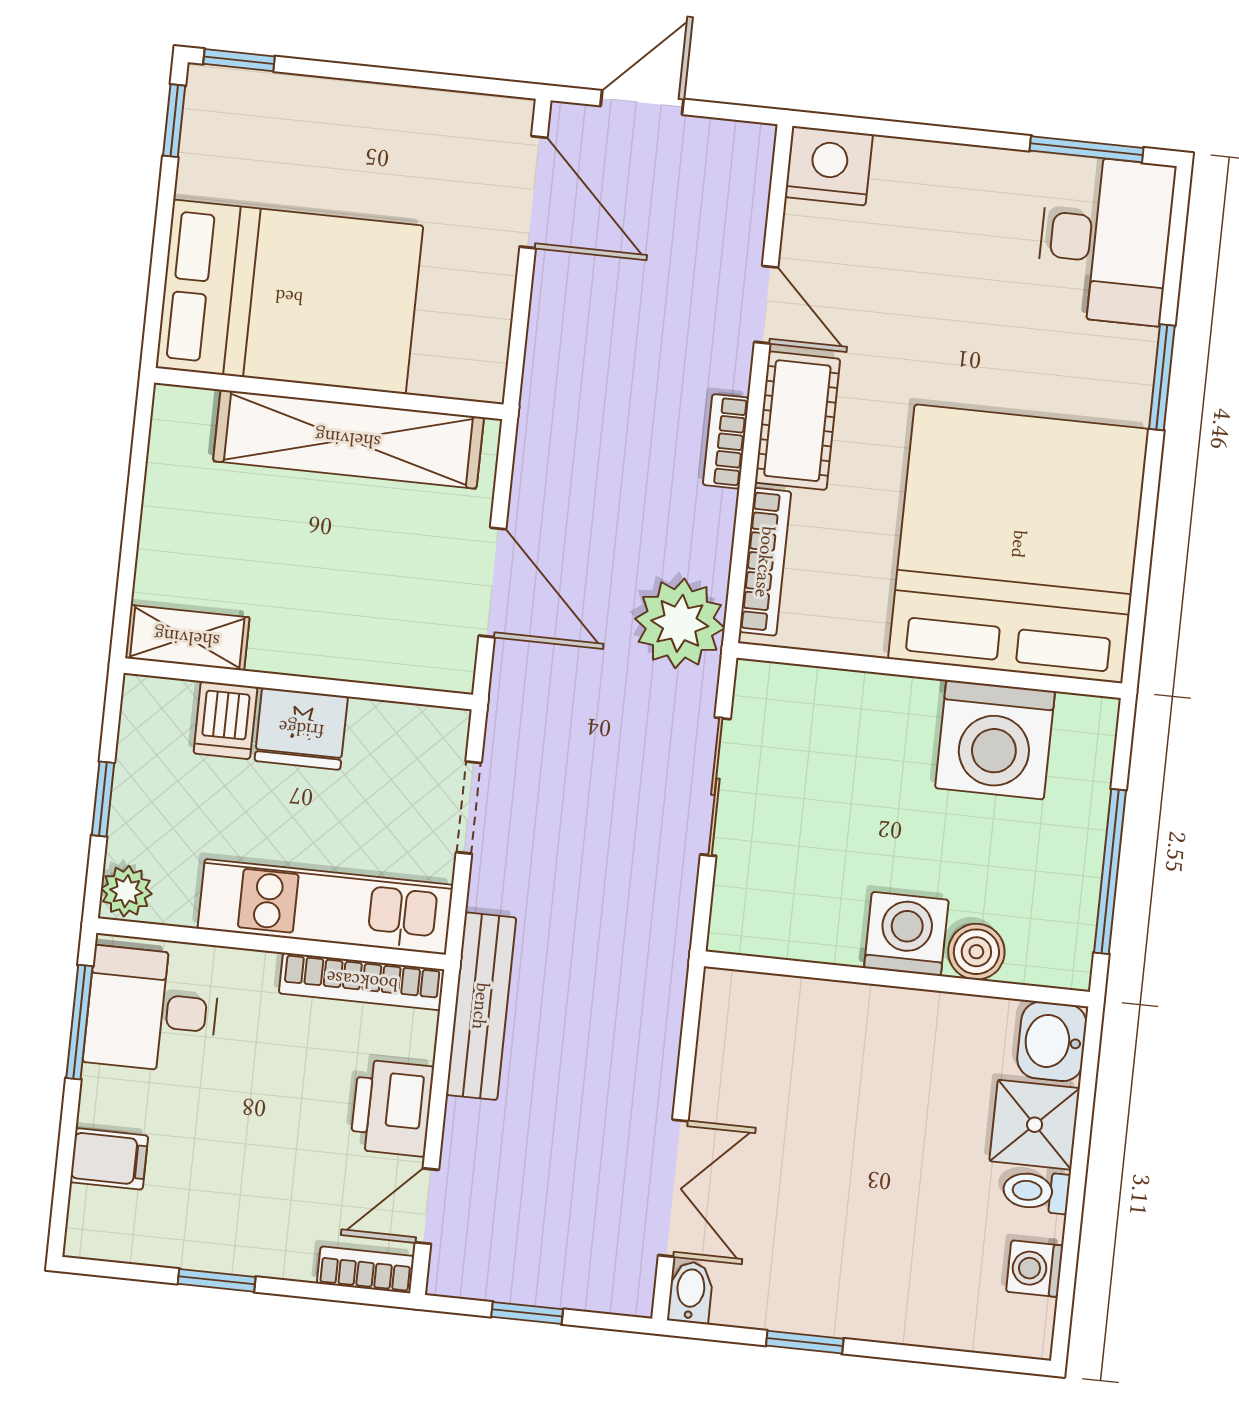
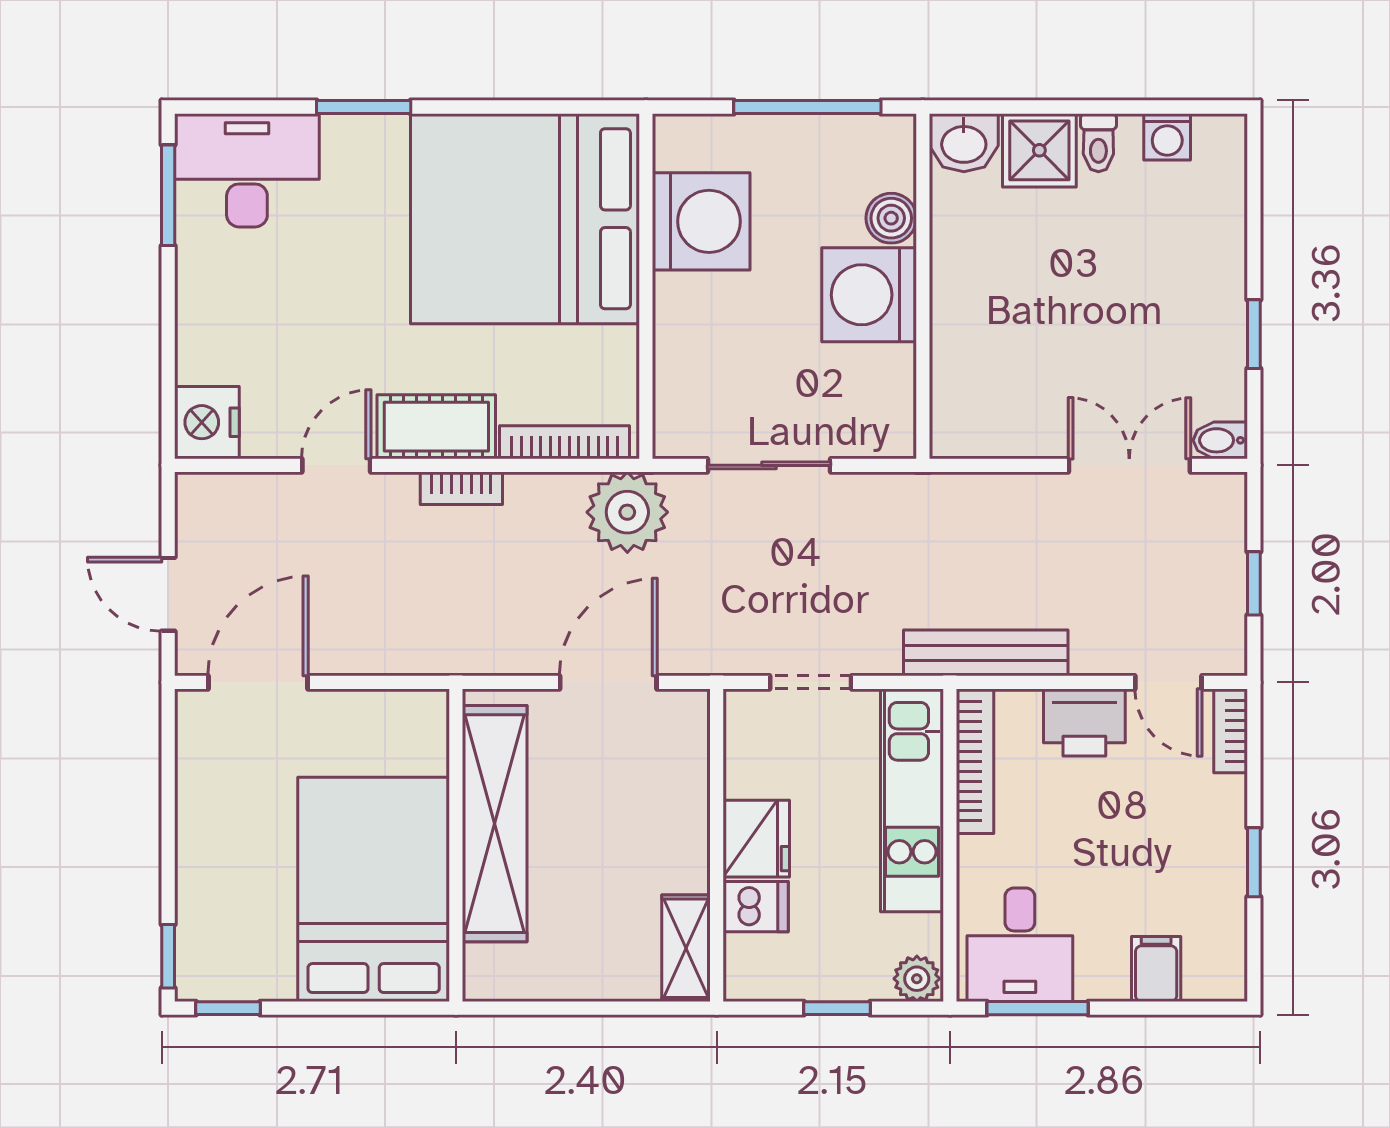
washing machine: (906, 934) -> (869, 295), width x1.37, depth x1.37

